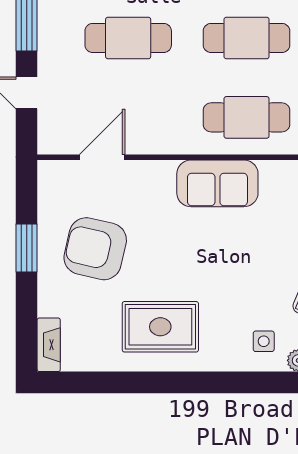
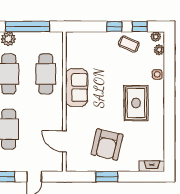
rug: (160, 327) -> (136, 103), moved
side table: (264, 341) -> (157, 74), moved

